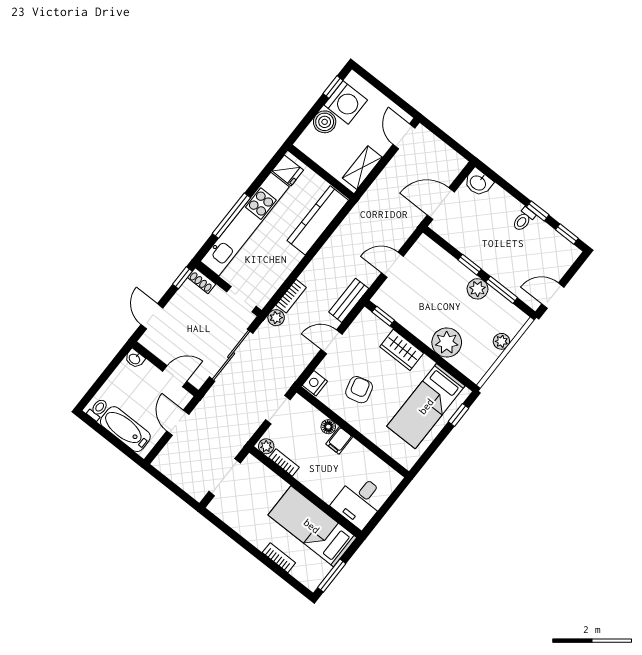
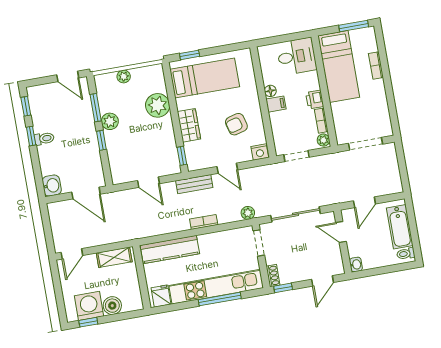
bookcase: (291, 296) -> (204, 222), moved
floor lamp: (328, 427) -> (270, 91), moved
printer: (307, 476) -> (315, 100), added

